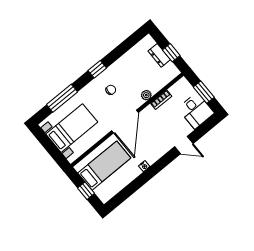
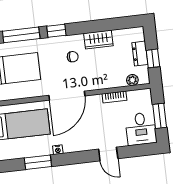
wardrobe: (122, 65) -> (98, 40), added
window: (97, 69) -> (56, 31), moved
plant: (146, 95) -> (132, 80), moved
window: (136, 185) -> (38, 162), added

